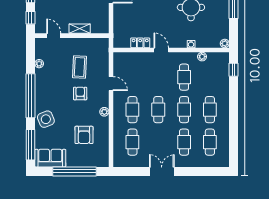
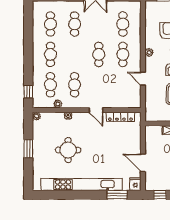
locker: (140, 43) -> (121, 117), width x1.53
cafe table: (184, 110) -> (50, 85), moved

